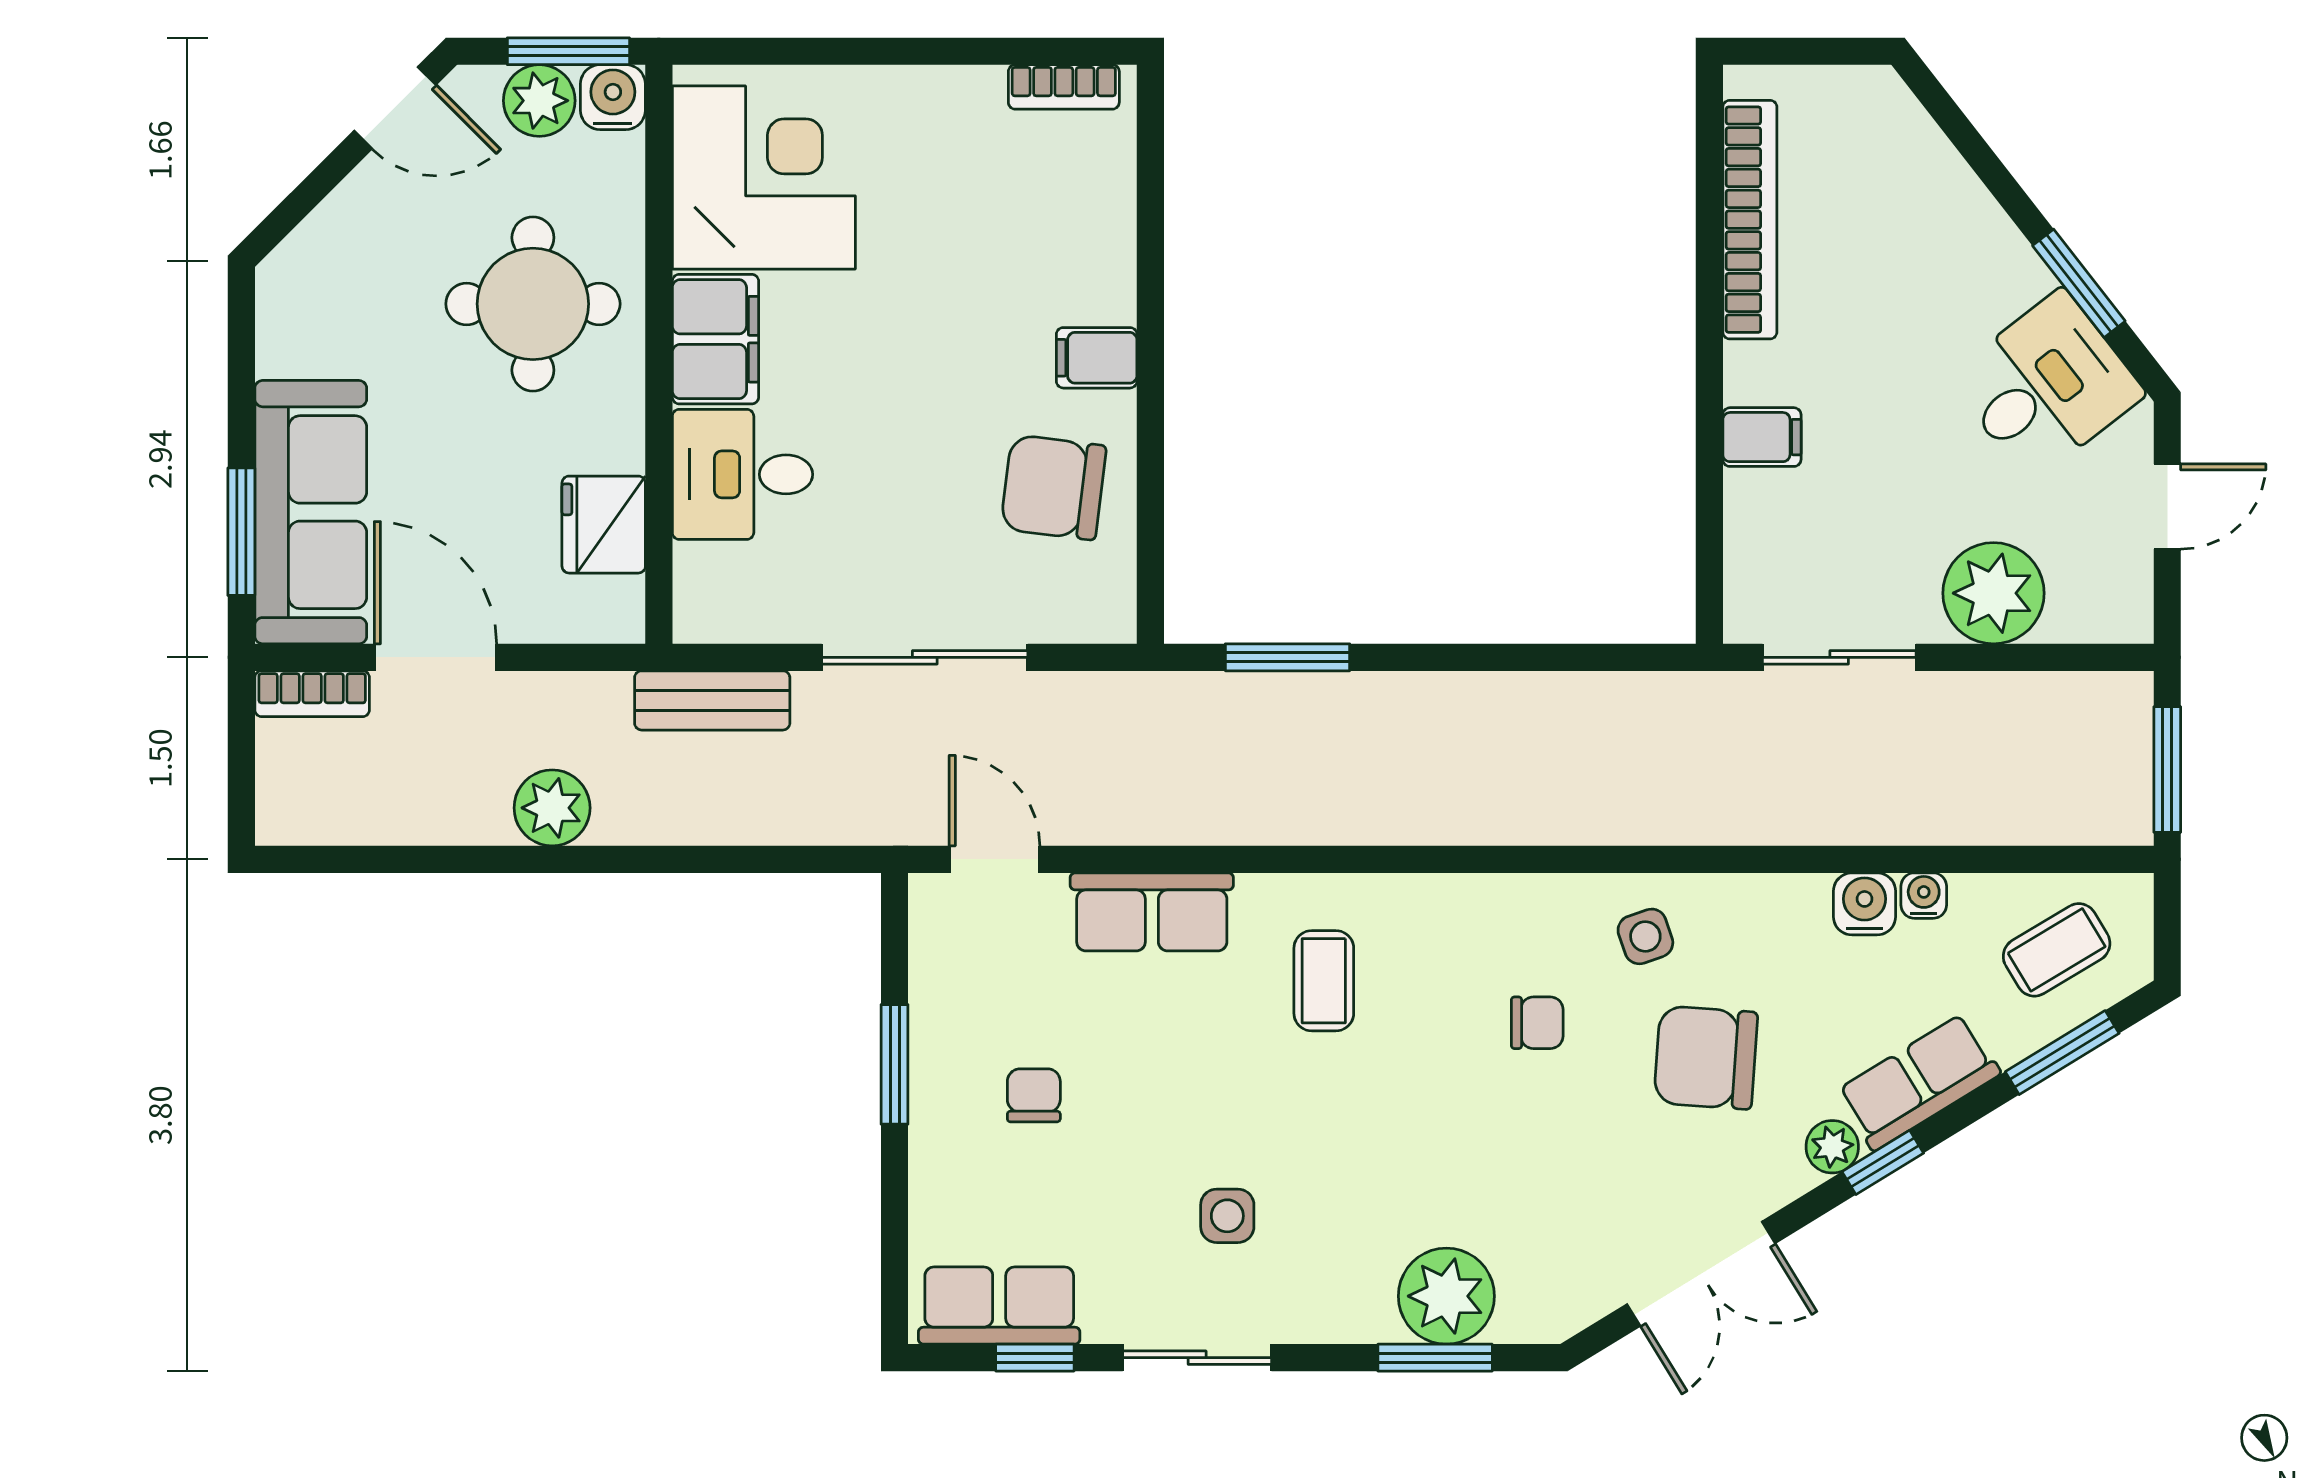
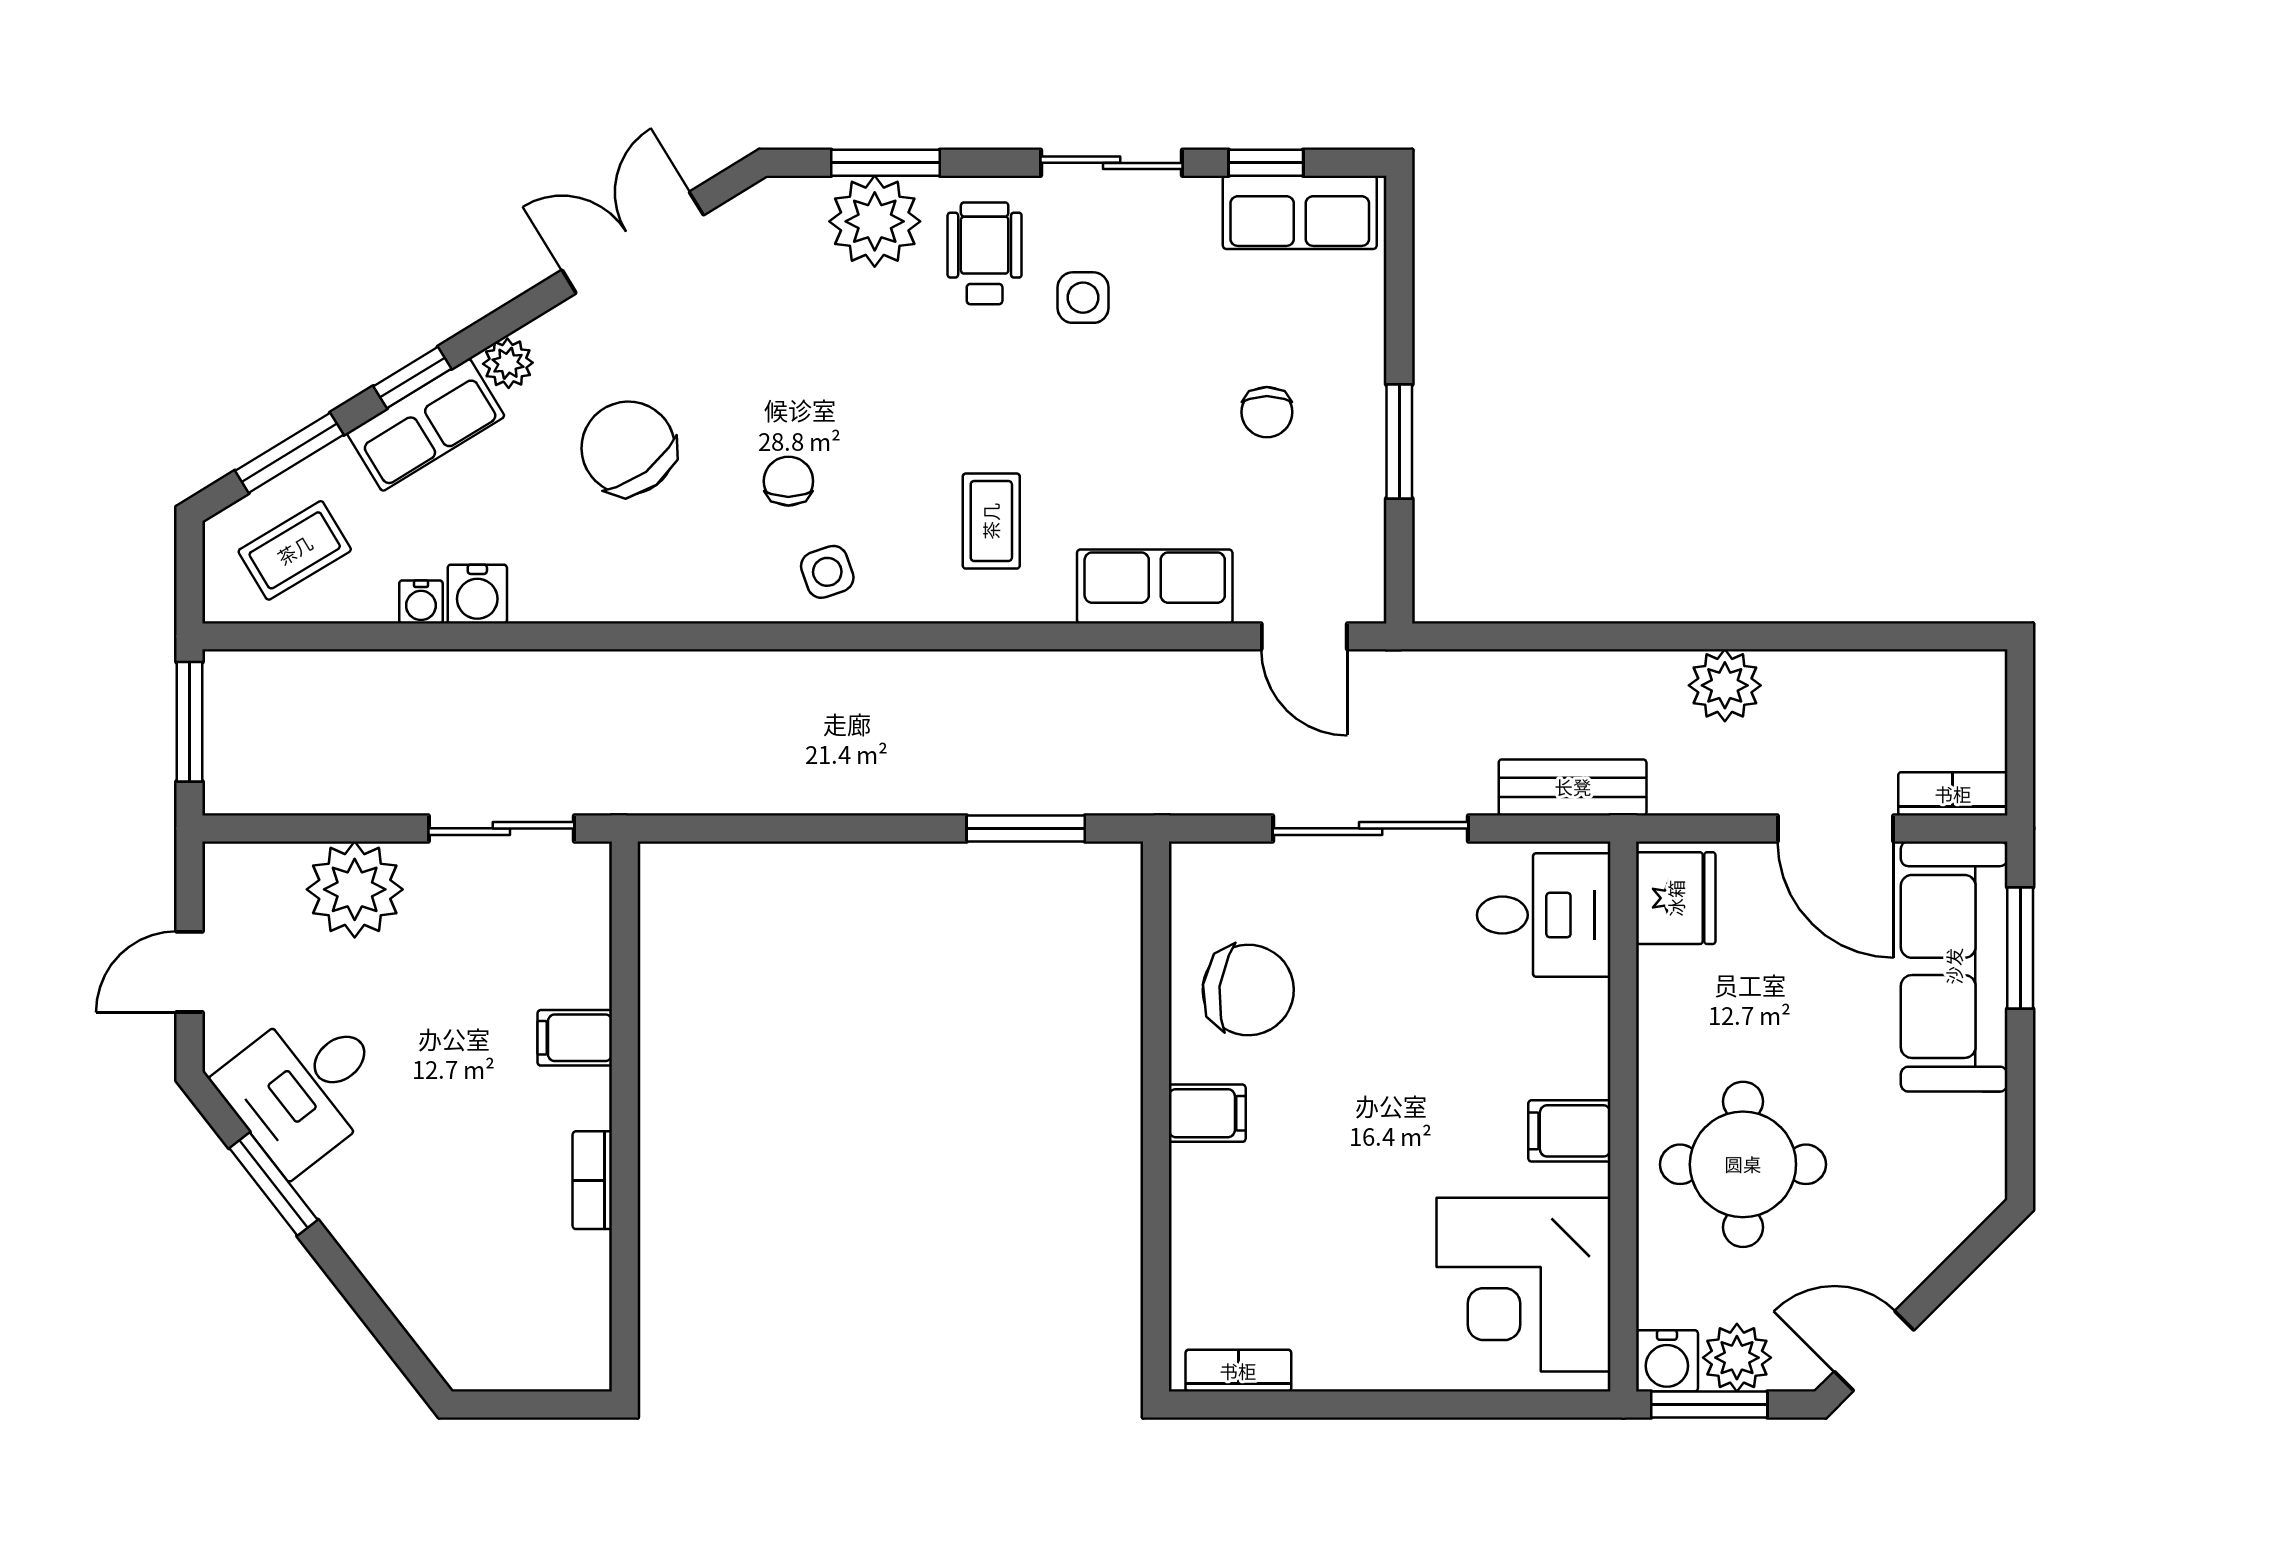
bookcase: (1750, 220) -> (592, 1180), width x0.43, depth x0.76
filing cabinet: (715, 339) -> (1569, 1131), width x0.50
desk: (743, 474) -> (1544, 915), moved
fridge: (604, 525) -> (1676, 898), moved
side table: (1645, 936) -> (827, 572), moved
chair: (1537, 1023) -> (788, 481), turned 90
chair: (1706, 1058) -> (628, 448), turned -131
window: (1883, 1162) -> (412, 377), moved
wheelchair: (1331, 1262) -> (985, 253), added

